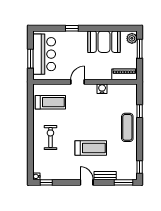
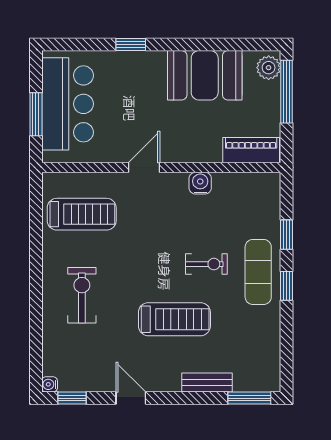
window: (140, 49) -> (286, 92), width x1.44
exercise bike: (105, 124) -> (206, 264), added
window: (140, 167) -> (286, 286), moved
door: (87, 182) -> (131, 398), moved

